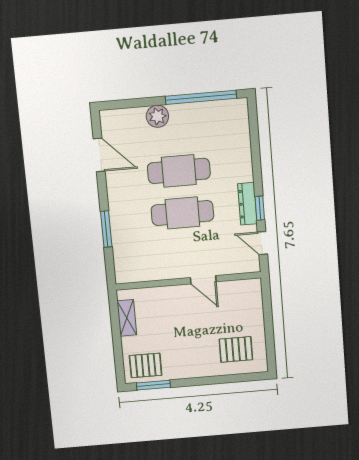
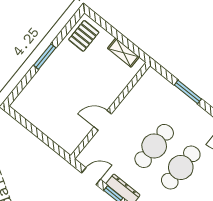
pallet: (236, 349) -> (42, 100), removed
window: (153, 385) -> (45, 57), moved

